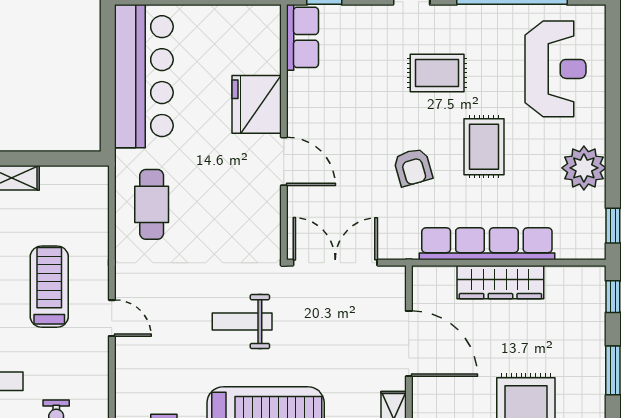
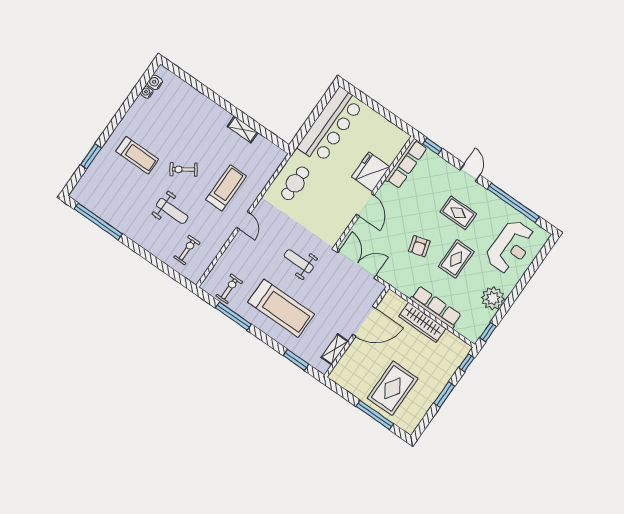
row of seats: (303, 37) -> (406, 164), width x1.48
row of seats: (487, 244) -> (436, 307), width x0.73
door: (409, 344) -> (364, 321), hinge flipped

